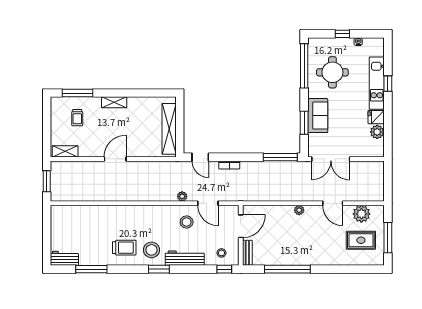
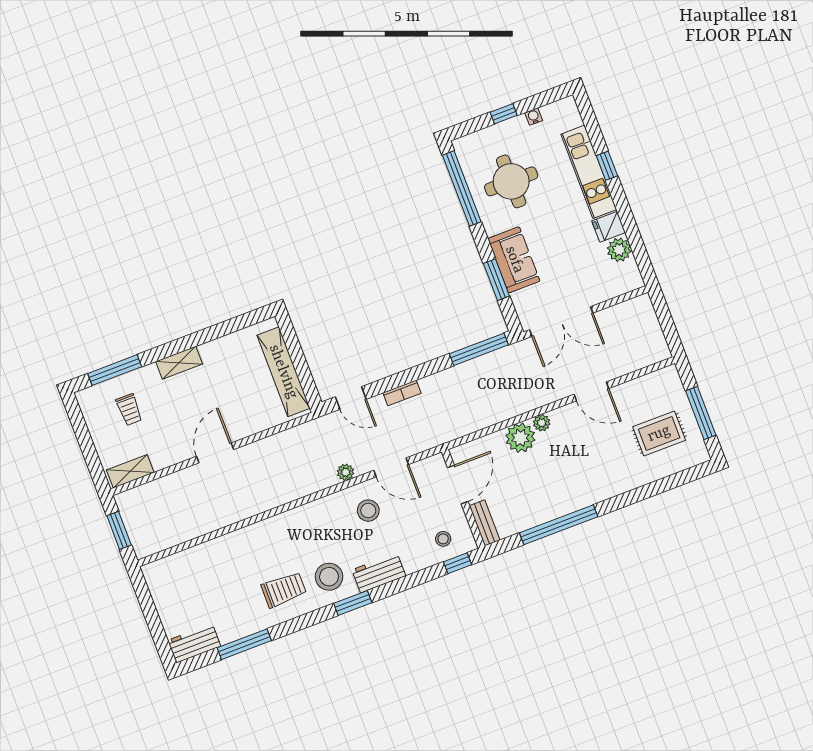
plant: (361, 214) -> (520, 438), moved
workbench: (185, 258) -> (379, 573), width x0.73

